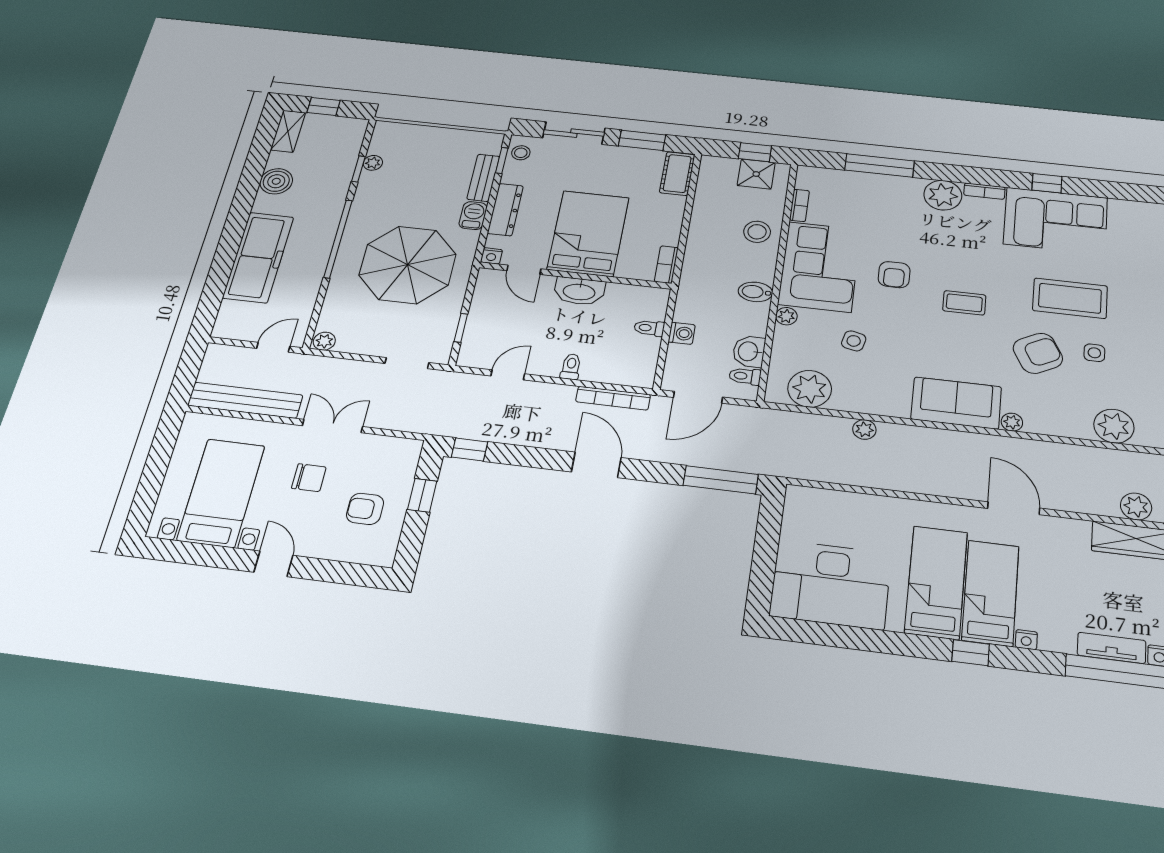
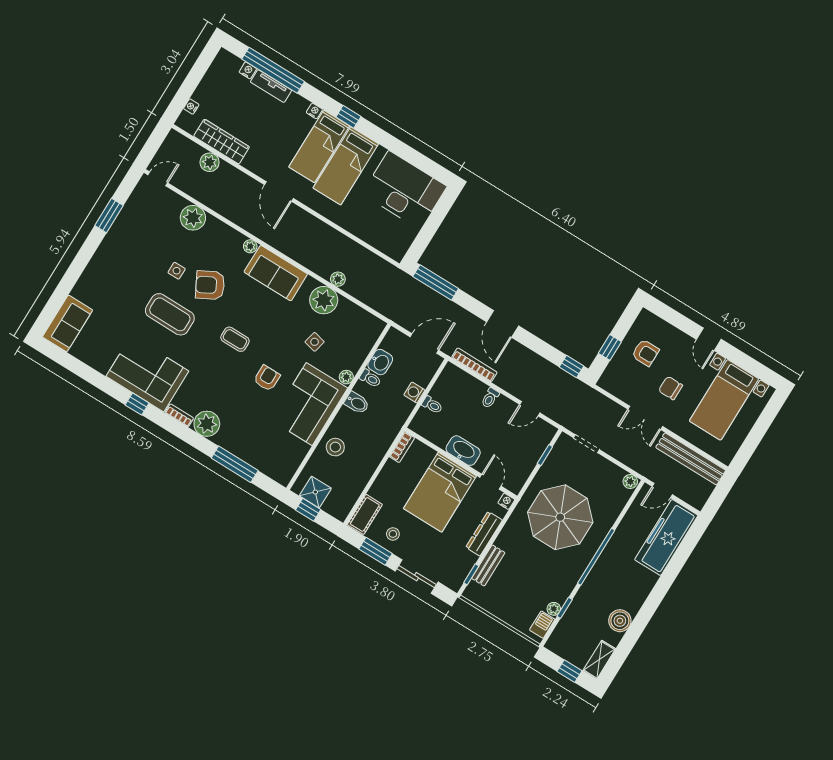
stool: (521, 153) -> (393, 534), moved
bookcase: (800, 205) -> (300, 456), removed
barbecue: (473, 216) -> (542, 625), moved, turned 180
freezer: (258, 257) -> (666, 537), moved
toilet: (745, 376) -> (370, 378), moved
plant: (810, 389) -> (324, 300), moved

